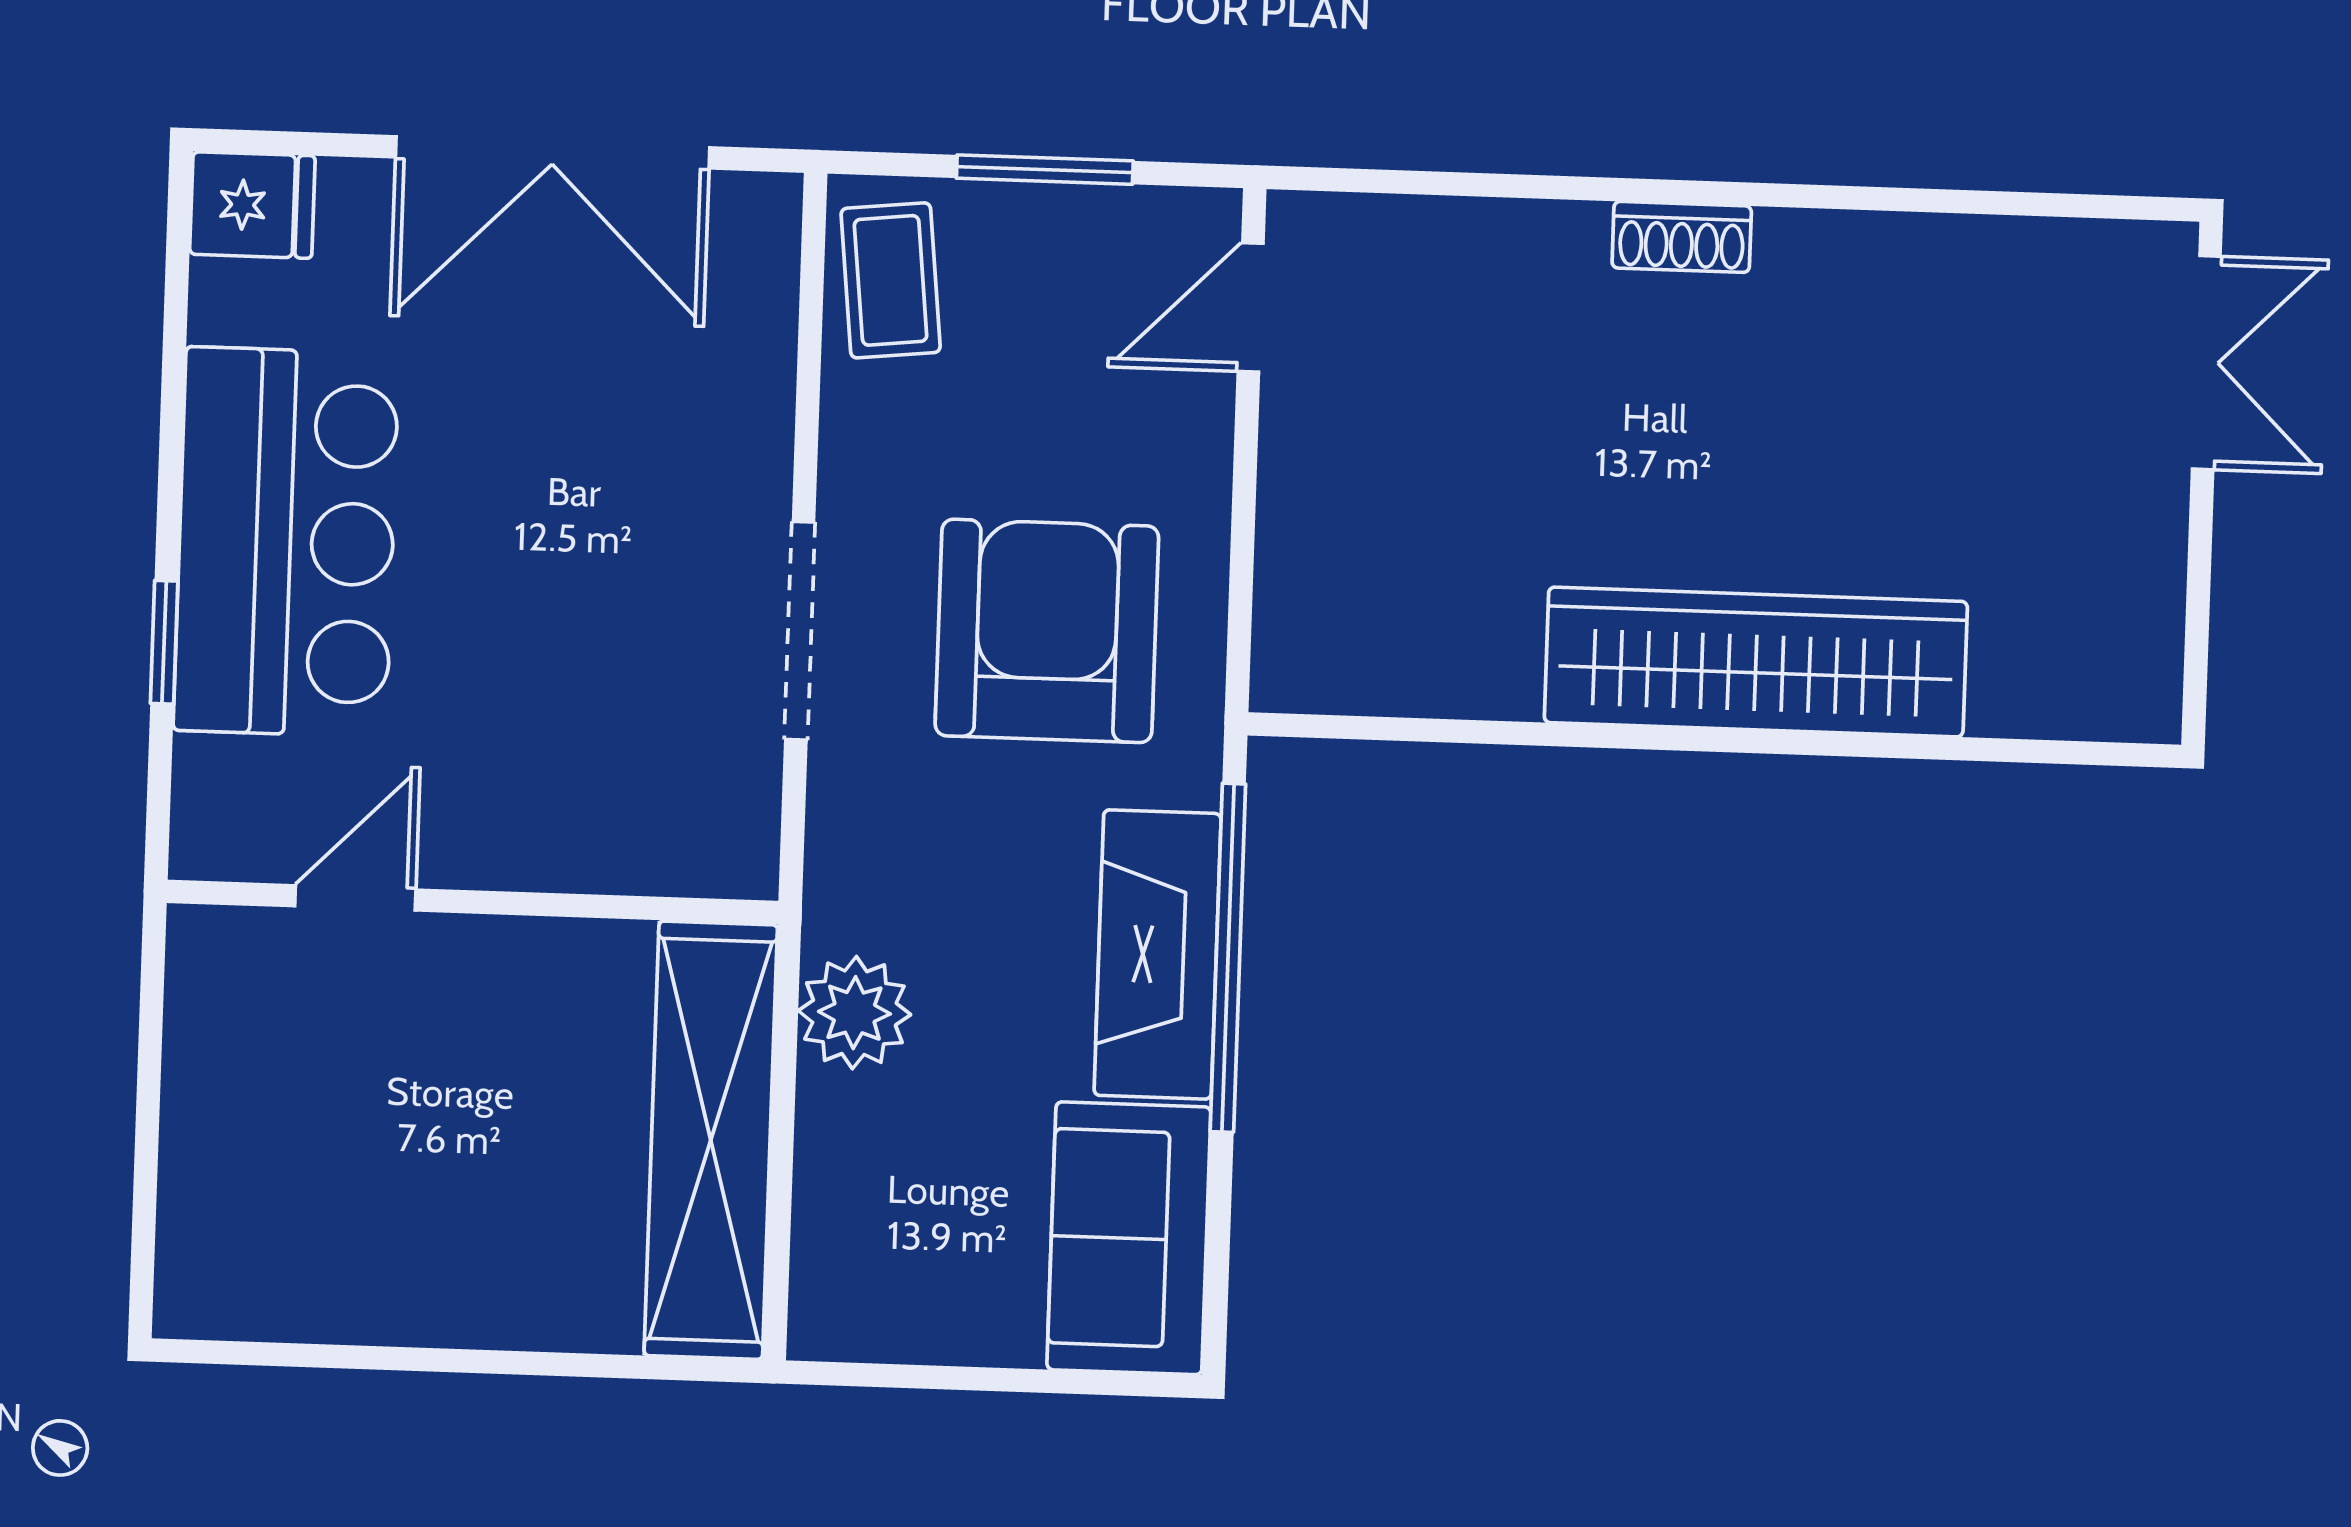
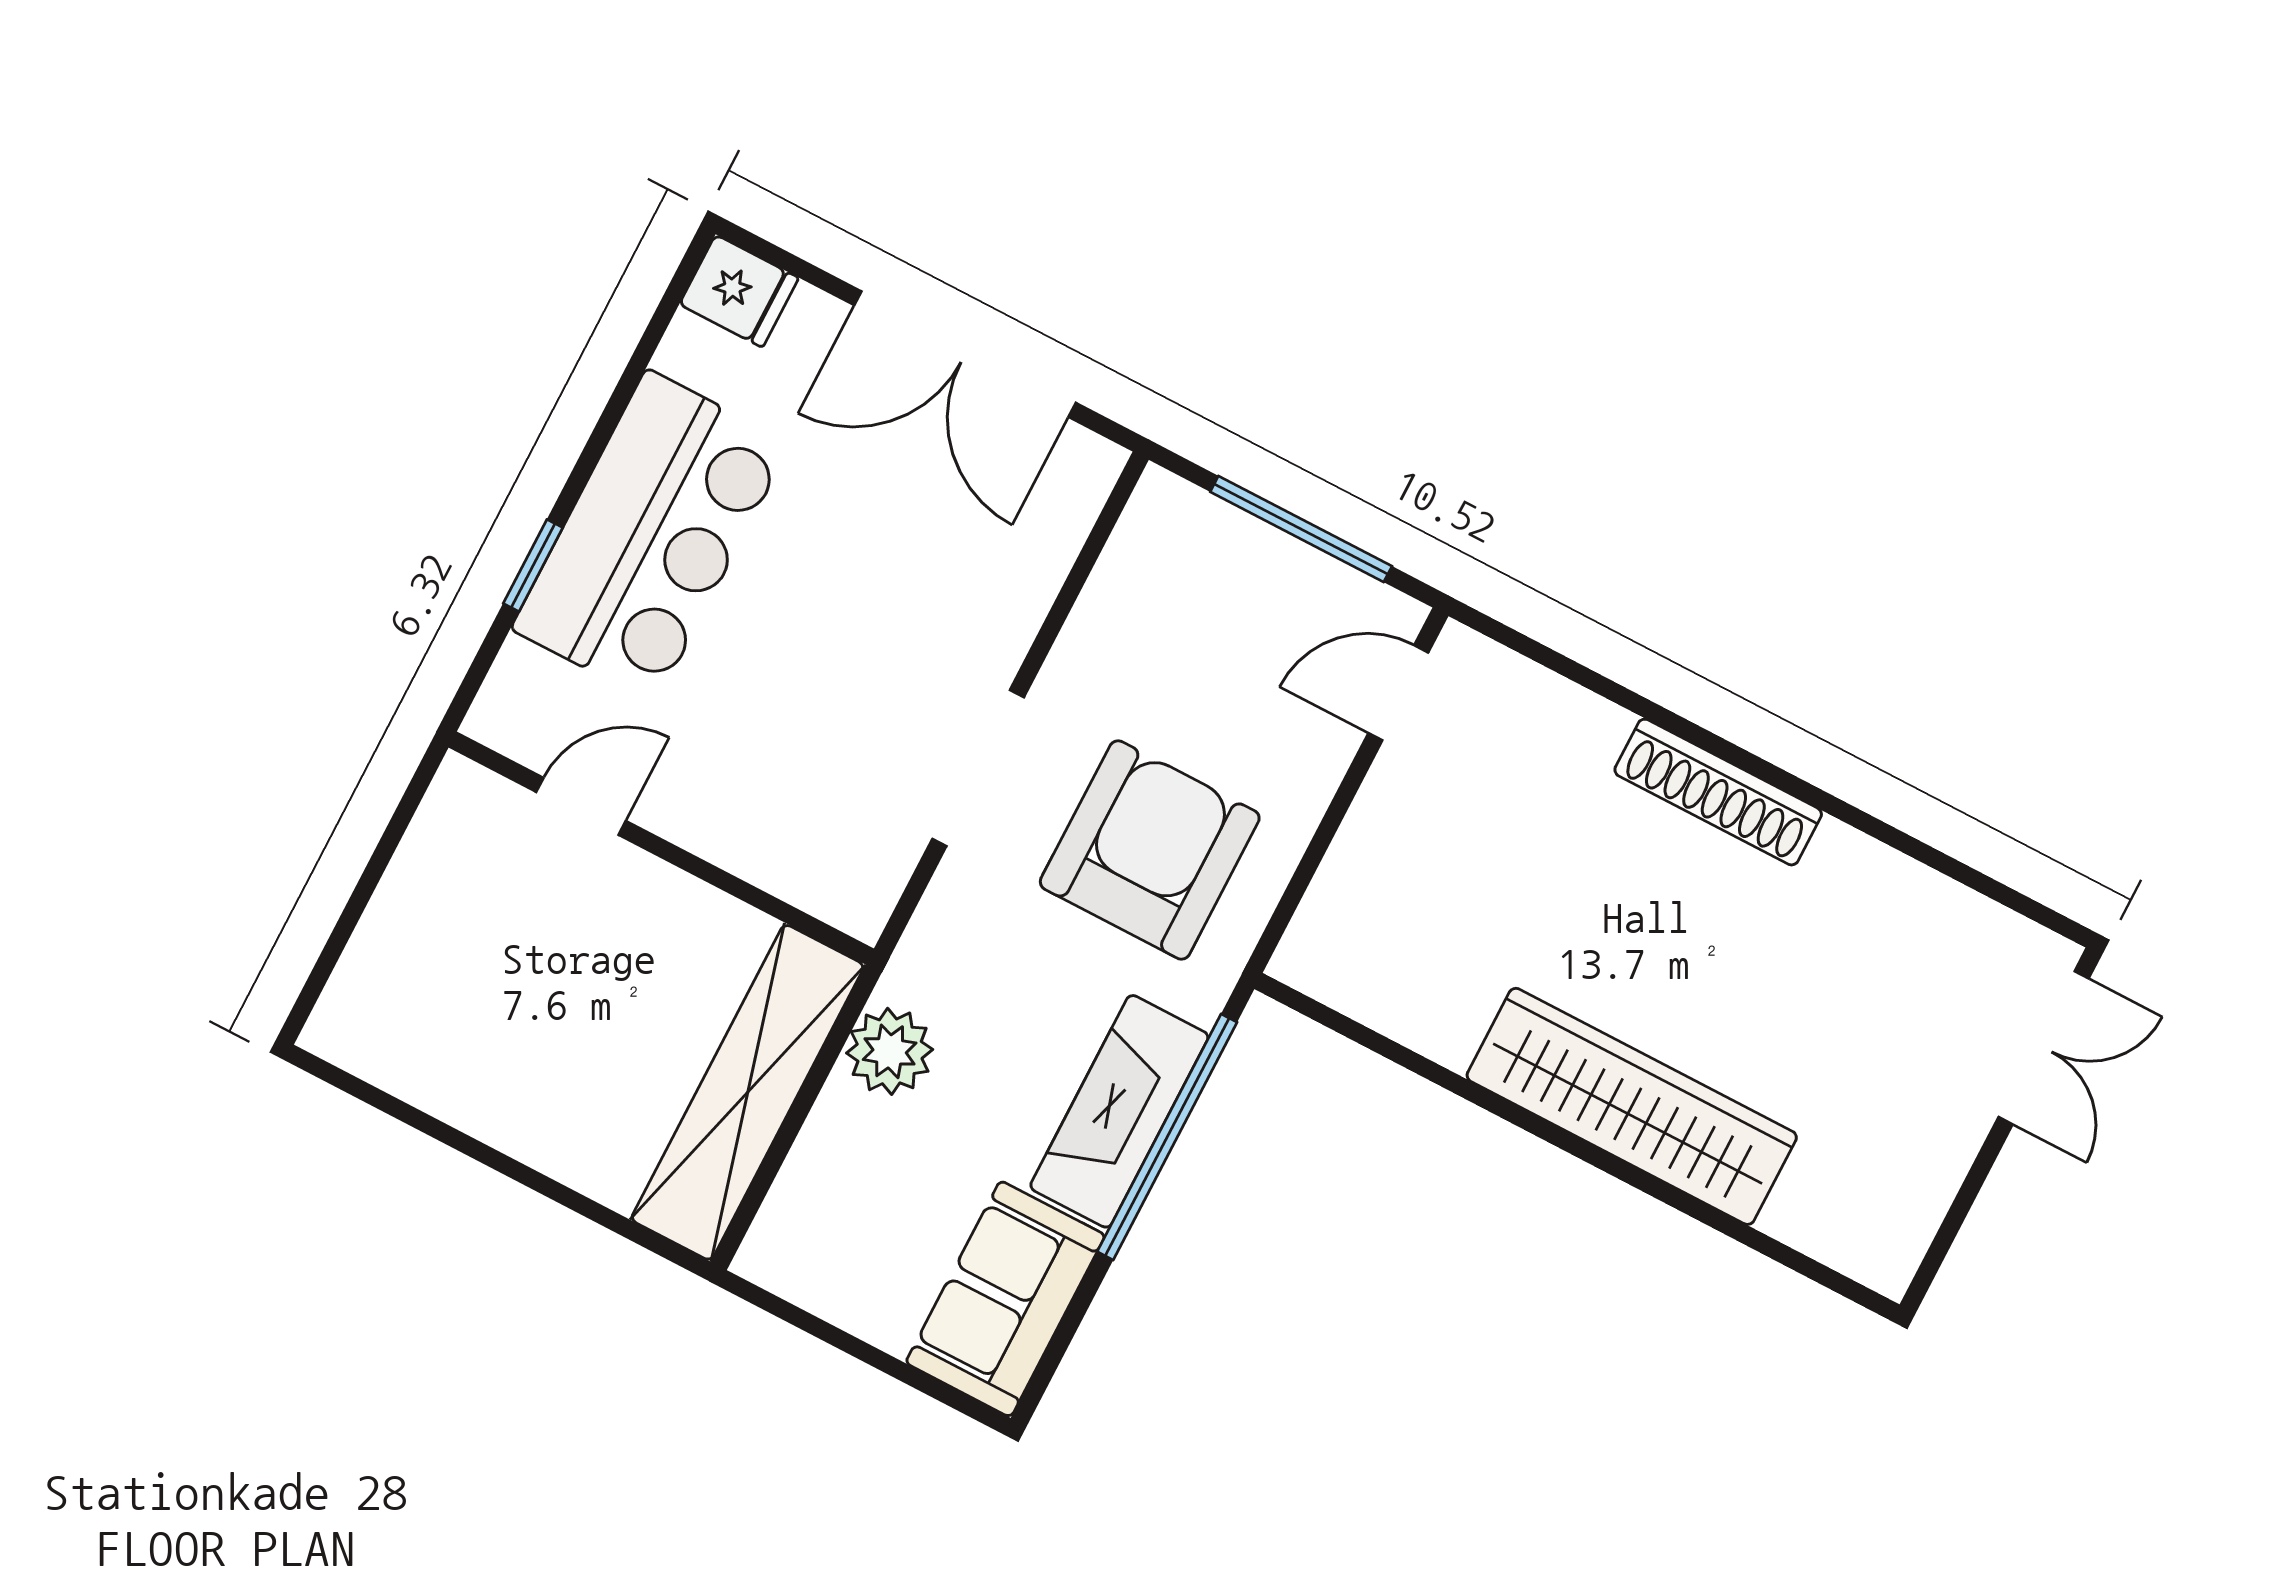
window: (1045, 170) -> (1301, 529), width x1.44
shoe rack: (1682, 237) -> (1718, 792), width x1.94, depth x1.24
coffee table: (891, 280) -> (1157, 555), removed

